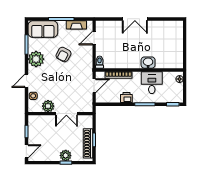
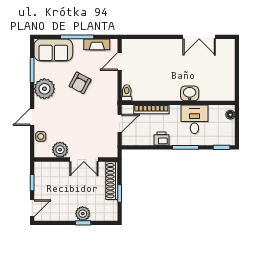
double door: (135, 19) -> (199, 37), moved
shoe rack: (88, 143) -> (112, 181), moved

